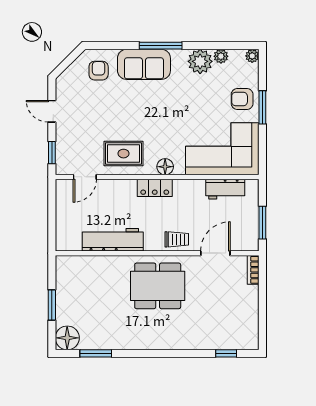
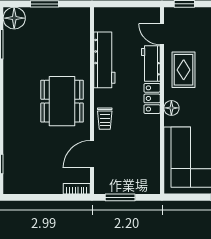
workbench: (225, 189) -> (151, 63), moved
door: (215, 253) -> (92, 154), swing flipped

